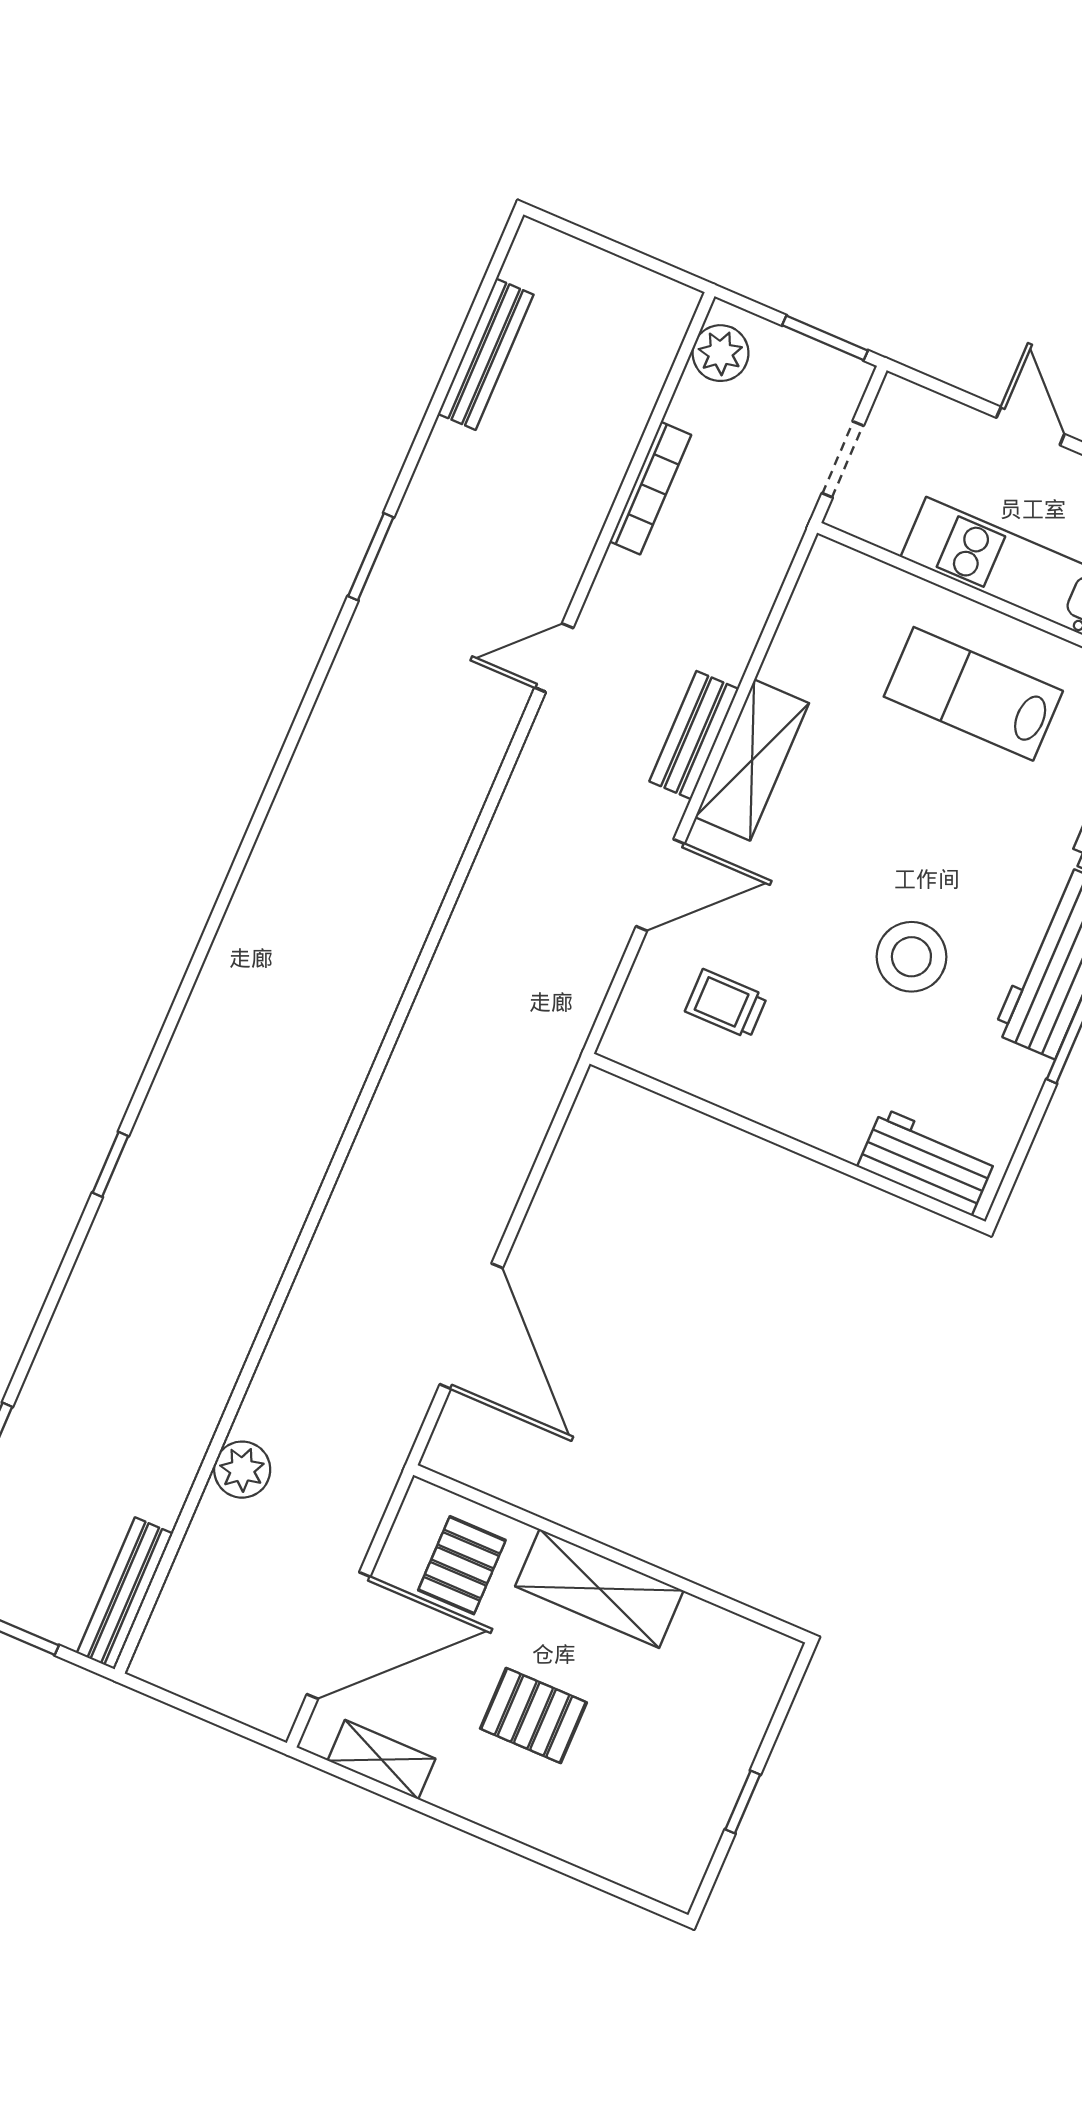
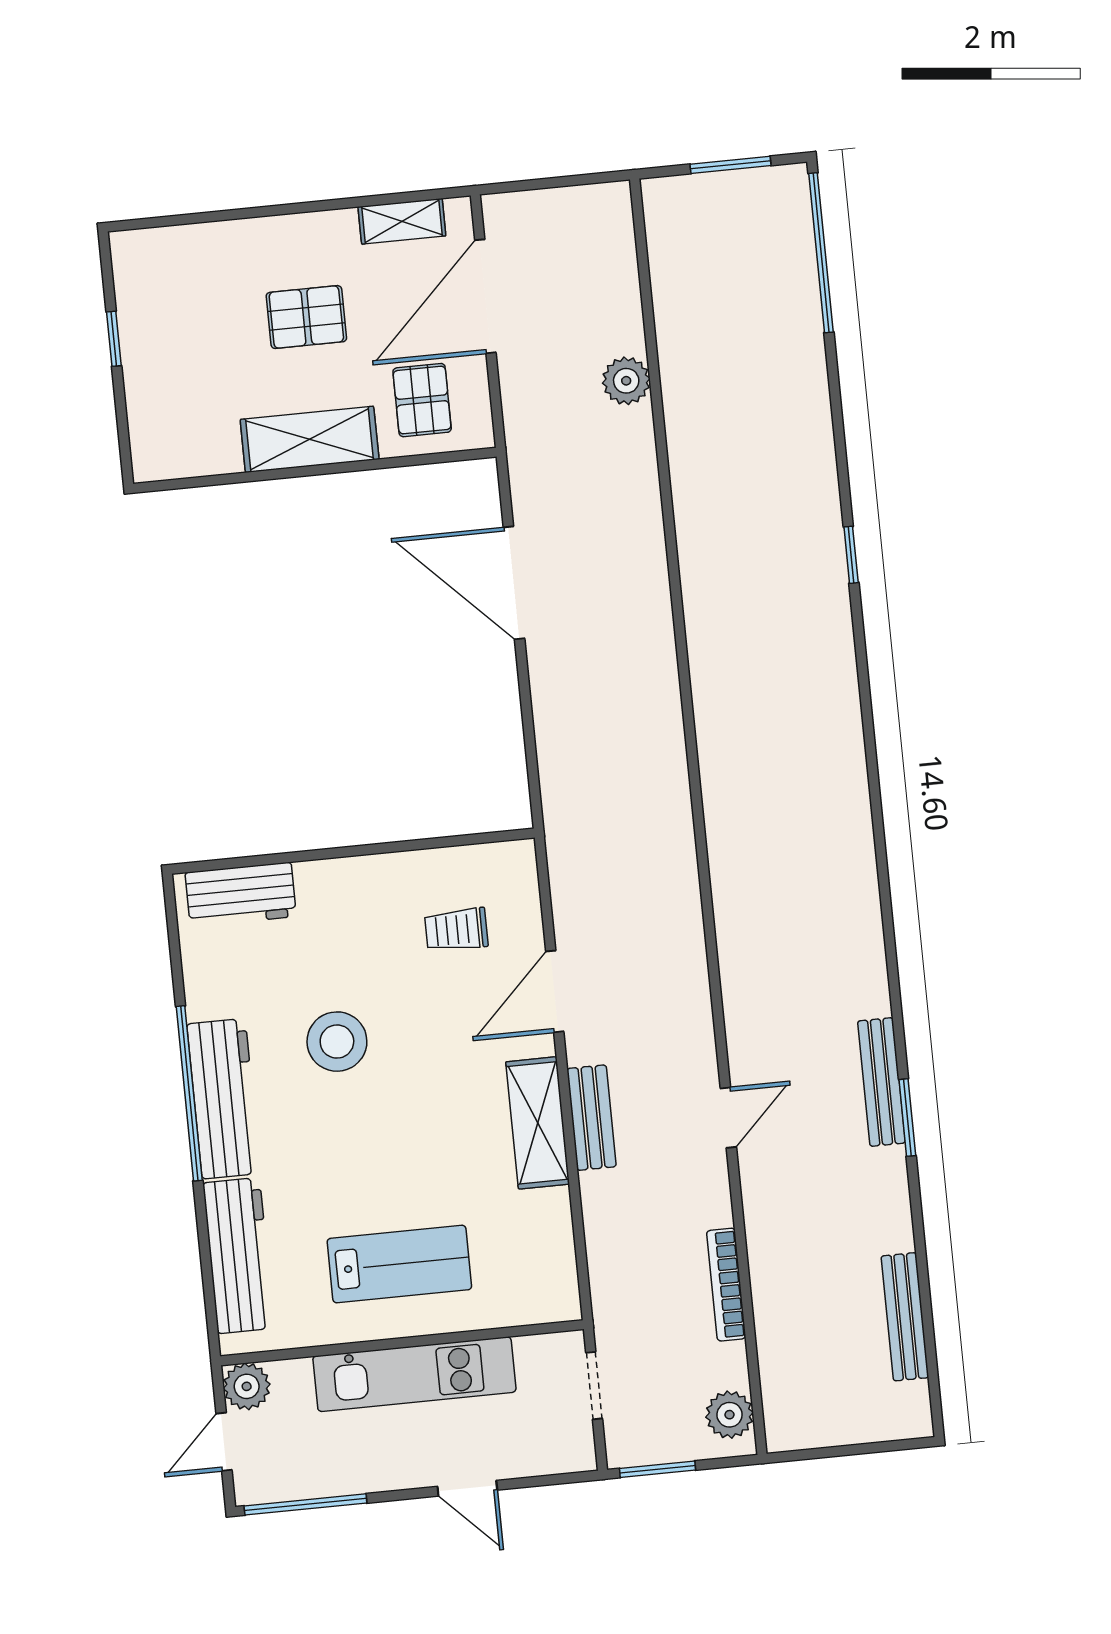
trolley: (726, 1004) -> (456, 930), turned 180
bench: (125, 1593) -> (881, 1082), moved

